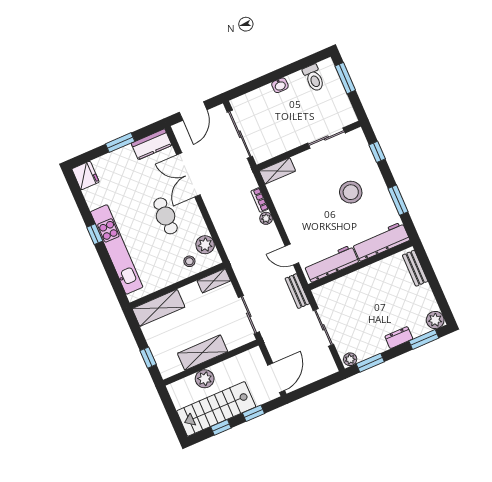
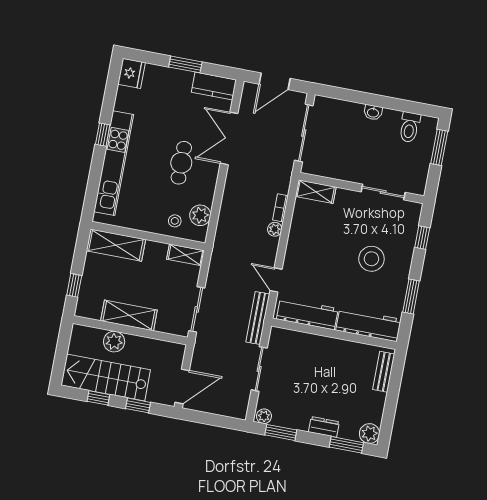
bench: (297, 291) -> (258, 318), width x1.36

